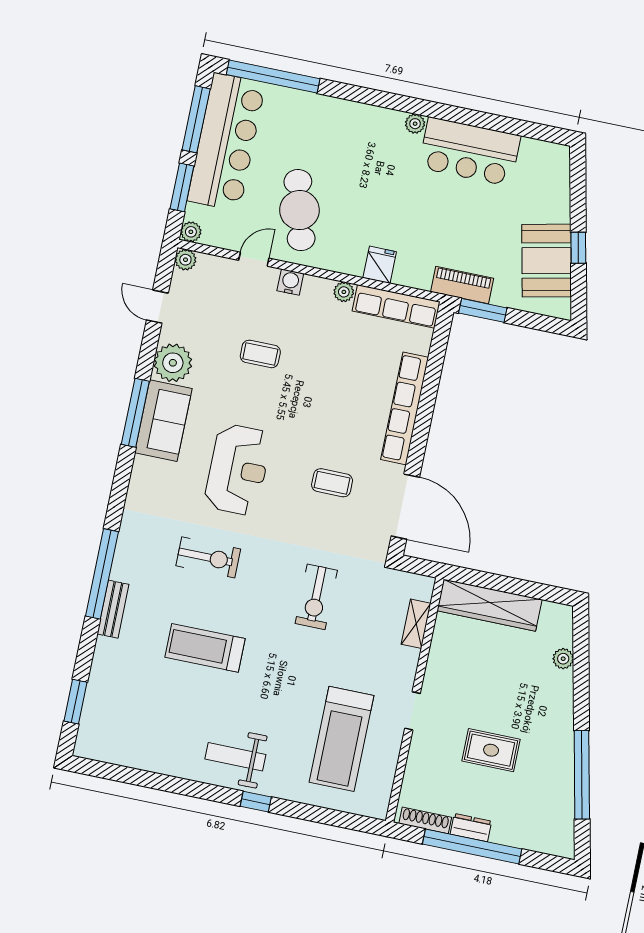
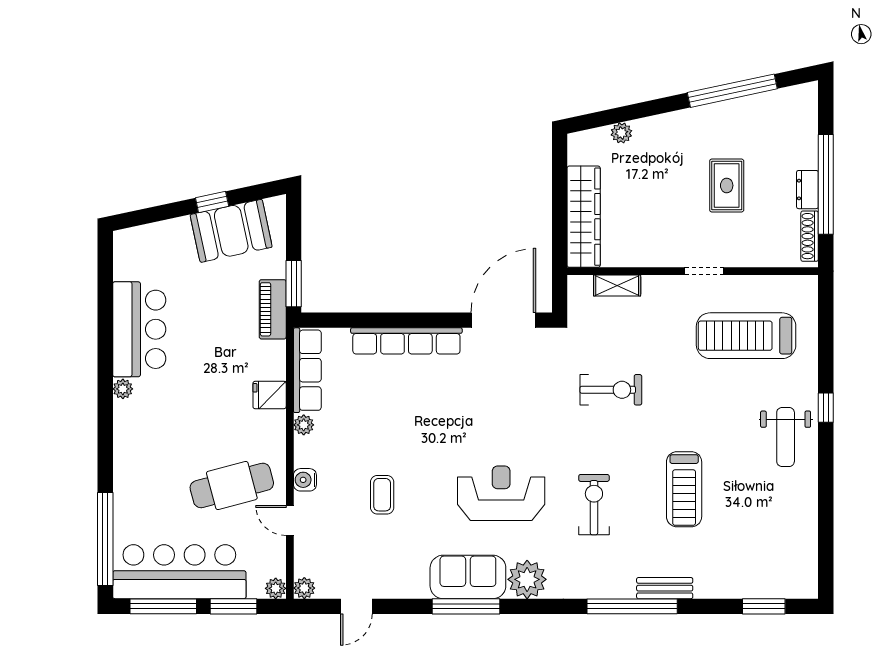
plant: (173, 363) -> (527, 579), moved
coffee table: (332, 483) -> (495, 397), removed
treadmill: (341, 739) -> (746, 336), turned 180

